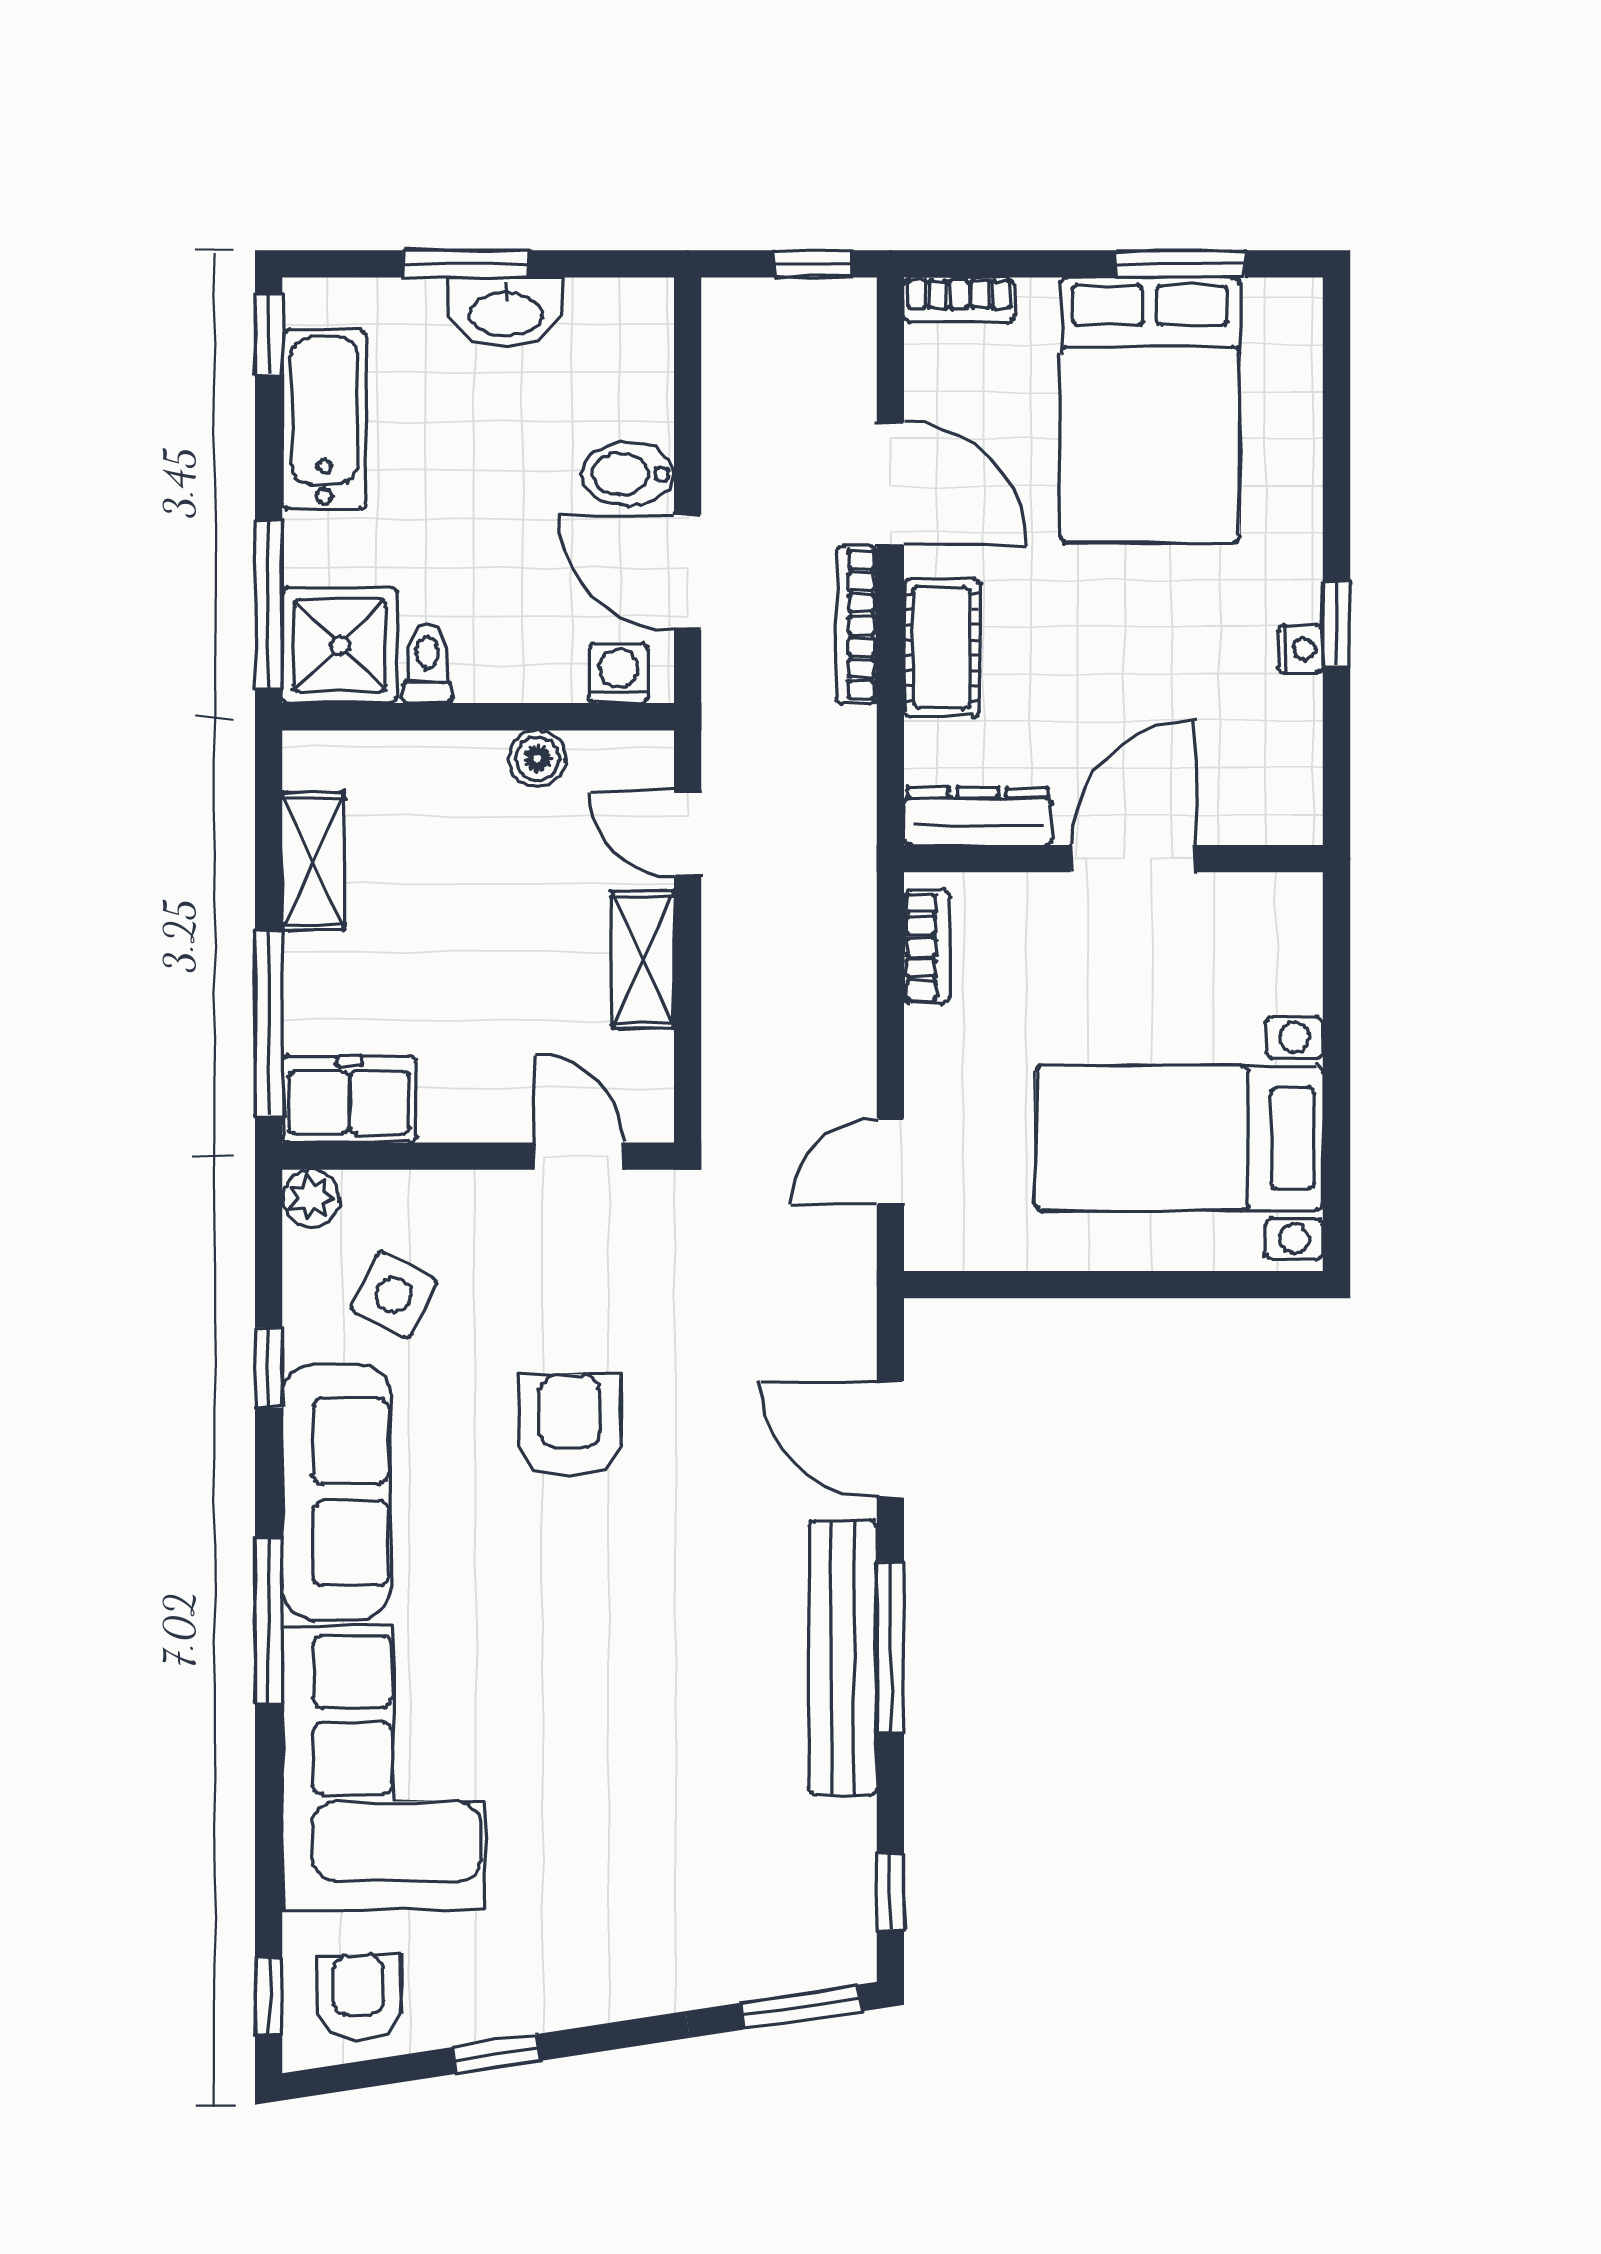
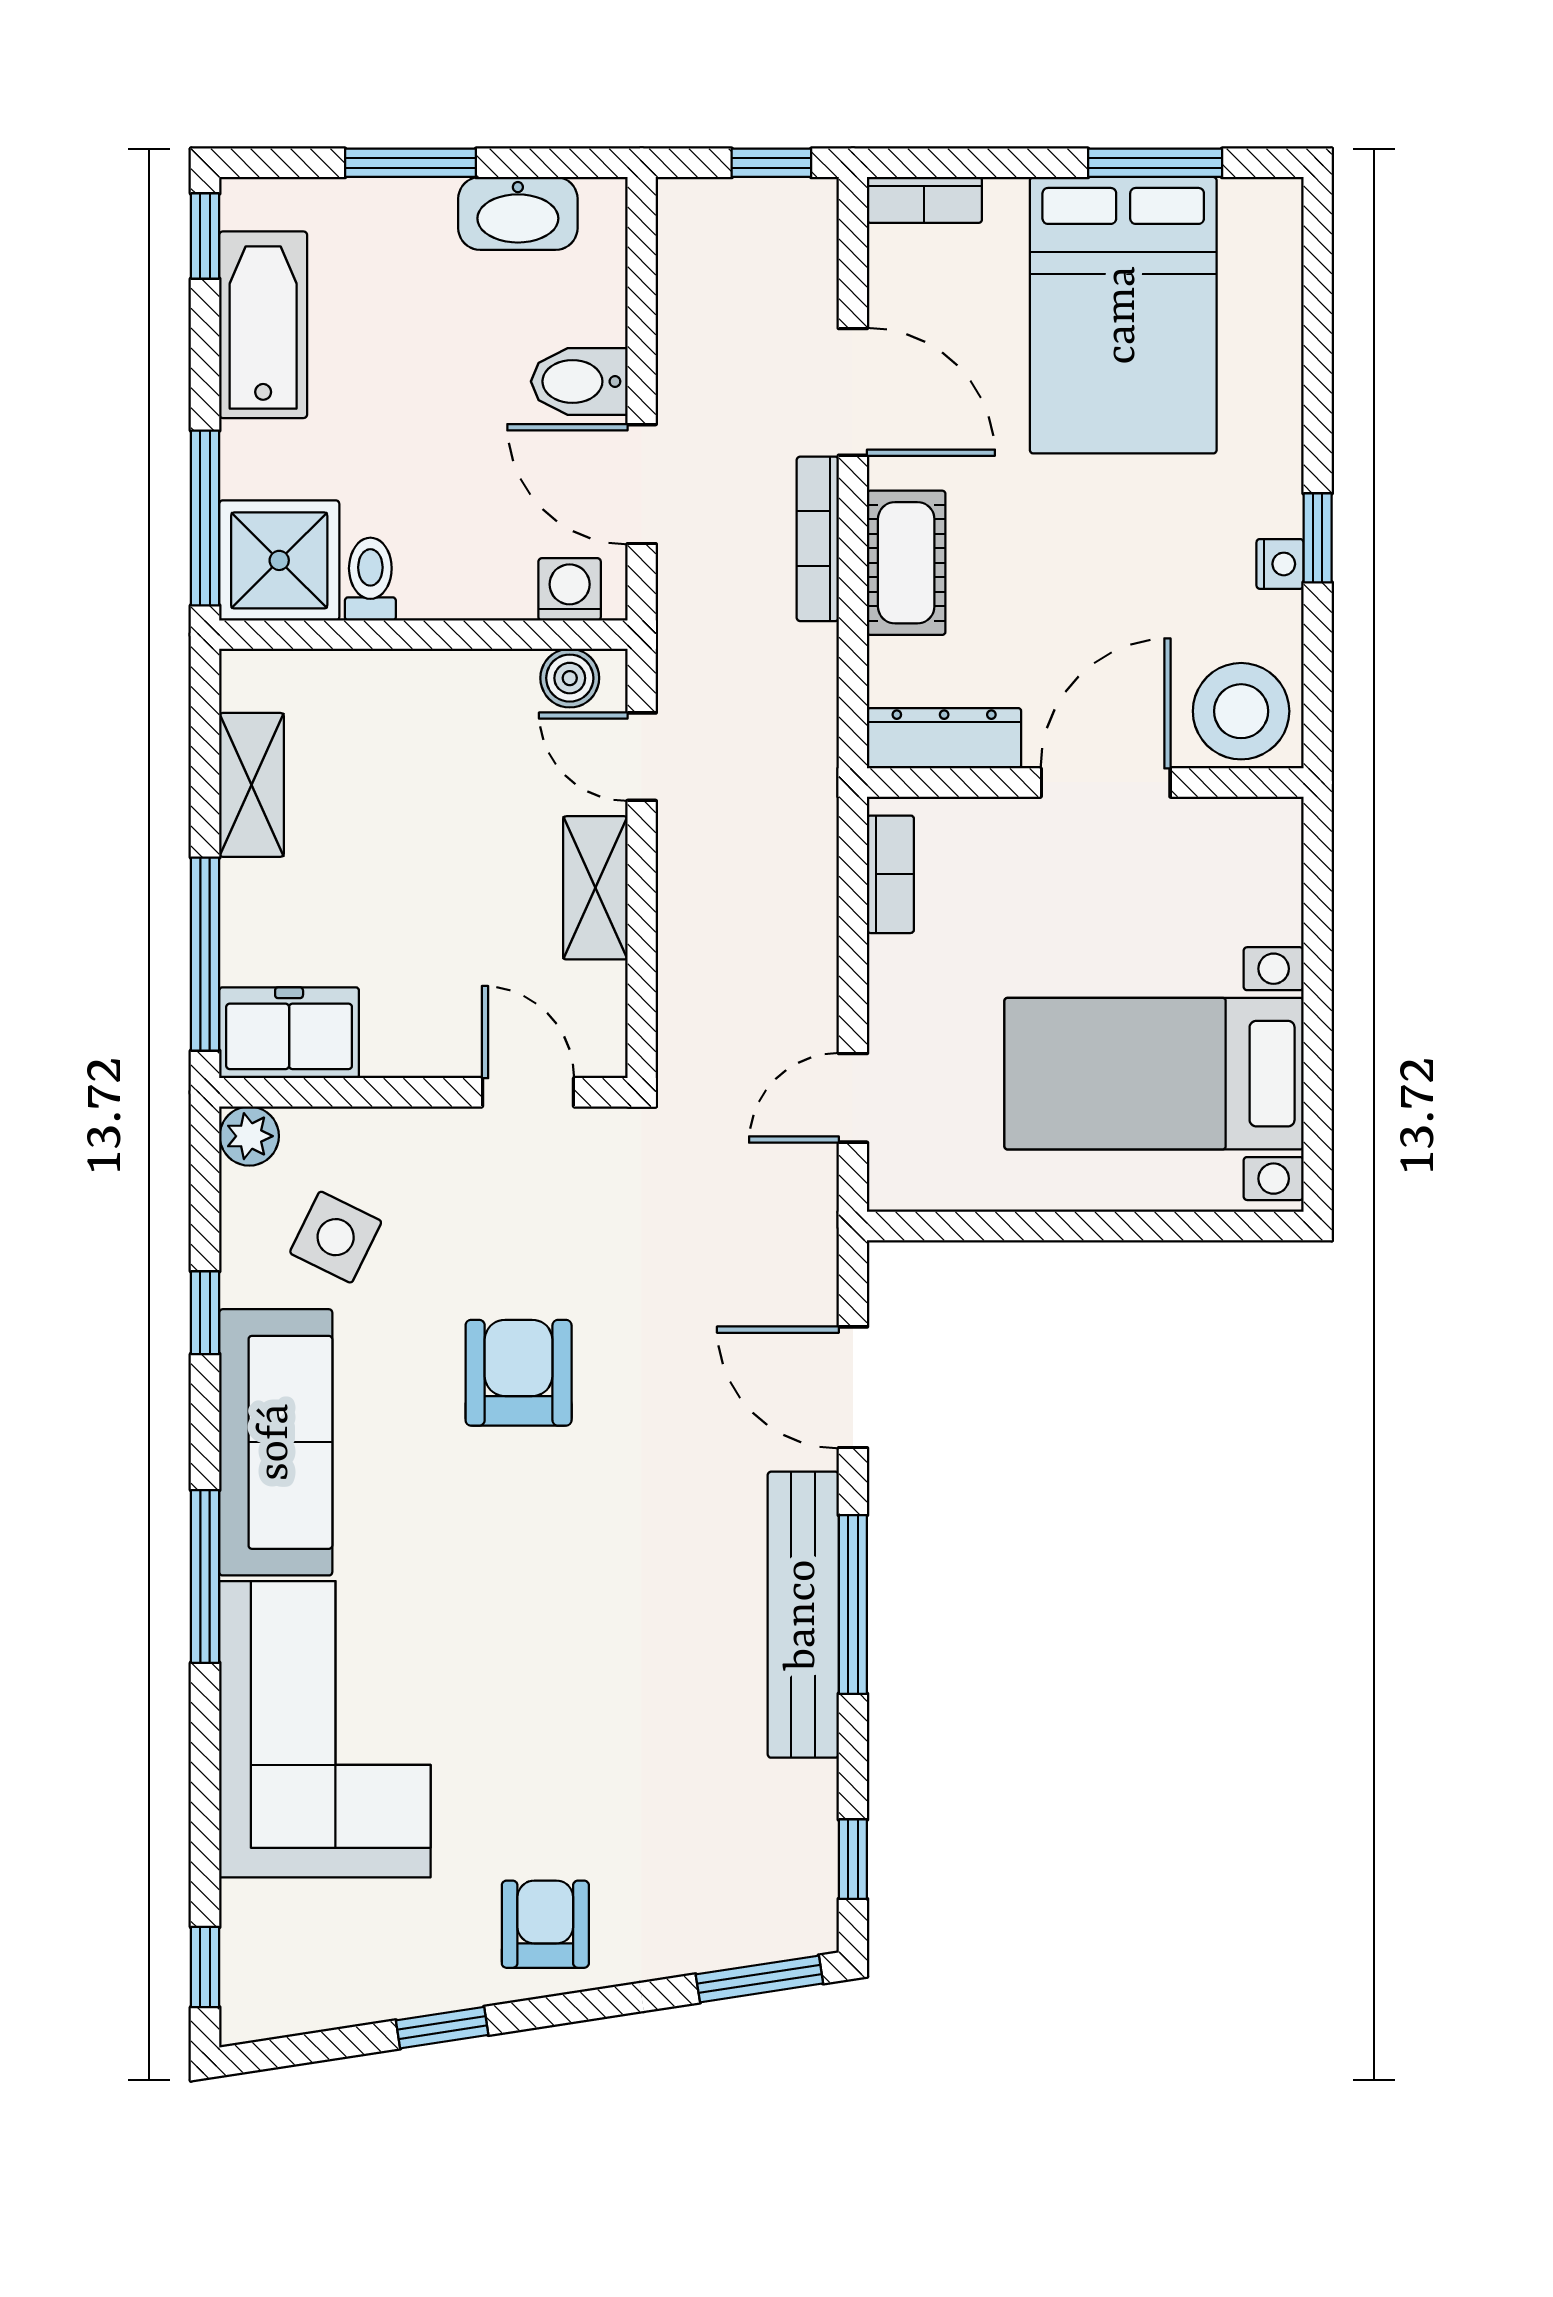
washbasin: (506, 312) -> (518, 213), moved
boiler: (537, 759) -> (570, 678), moved
stool: (1263, 790) -> (1241, 711), added
armchair: (359, 1997) -> (545, 1924), moved

